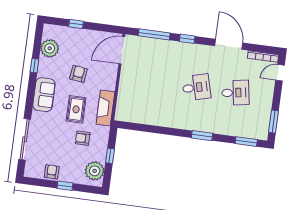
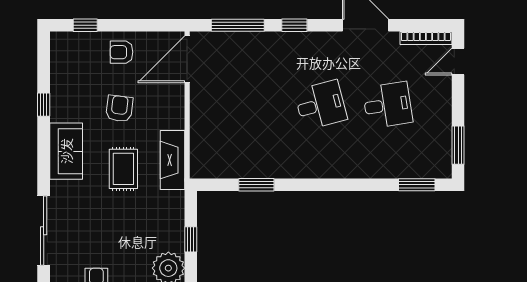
window: (76, 24) -> (85, 25), moved
plant: (50, 48) -> (65, 72), removed
window: (202, 136) -> (256, 185), moved
armchair: (83, 138) -> (122, 52), moved

